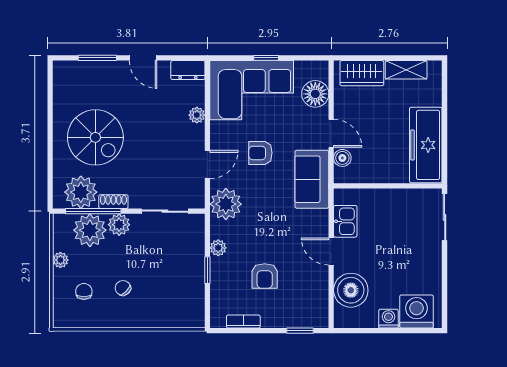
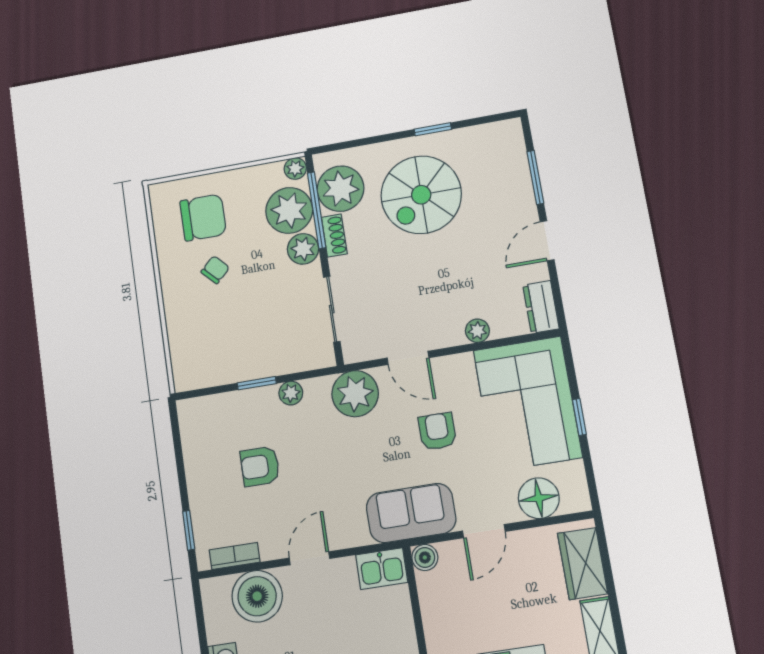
window: (50, 122) -> (433, 129), added
boiler: (342, 158) -> (425, 557), moved
kitchen sink: (345, 221) -> (382, 569), moved
plant: (60, 260) -> (295, 169), moved
chair: (84, 291) -> (203, 218), width x1.87, depth x1.87
bookcase: (243, 322) -> (235, 556), moved, turned -90

